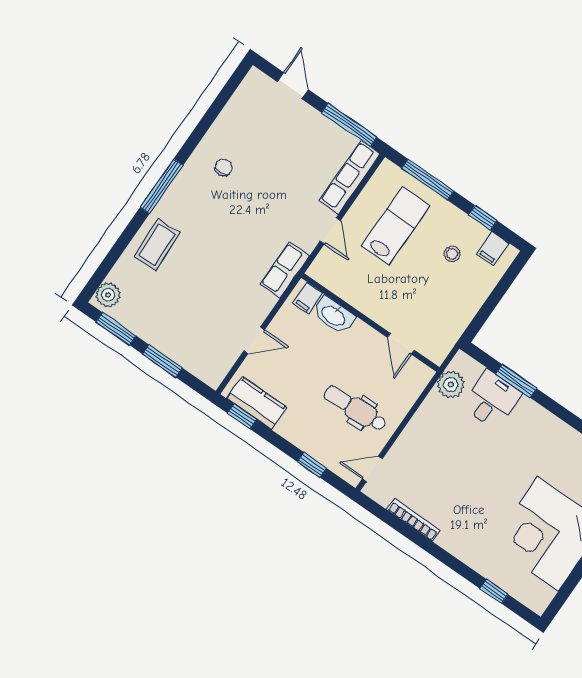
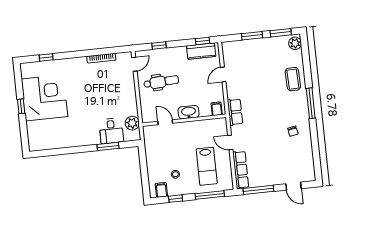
washbasin: (334, 315) -> (189, 112), moved

